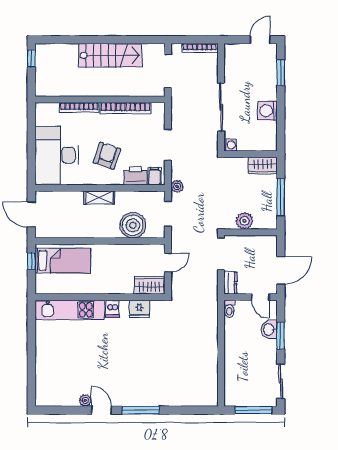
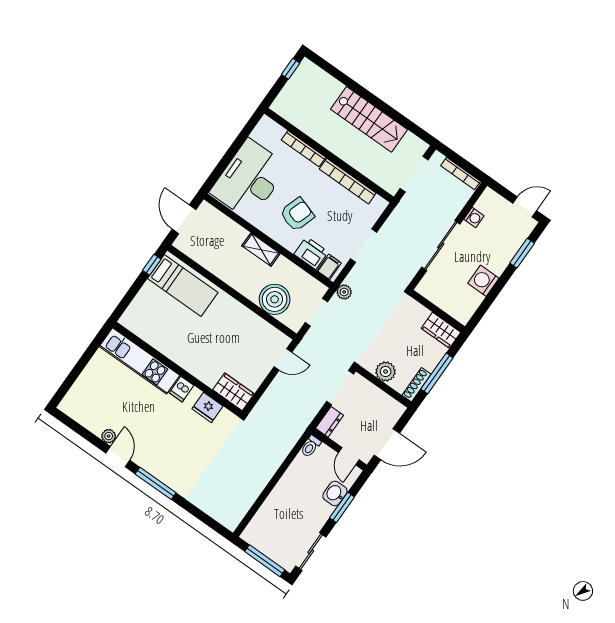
washing machine: (230, 145) -> (474, 218), moved
shoe rack: (272, 215) -> (416, 385), added
wardrobe: (150, 285) -> (234, 392), moved
wall: (100, 297) -> (177, 369), moved
dishwasher: (112, 309) -> (182, 389), moved
fridge: (139, 309) -> (208, 407), moved
kitchen unit: (70, 310) -> (140, 361), moved

